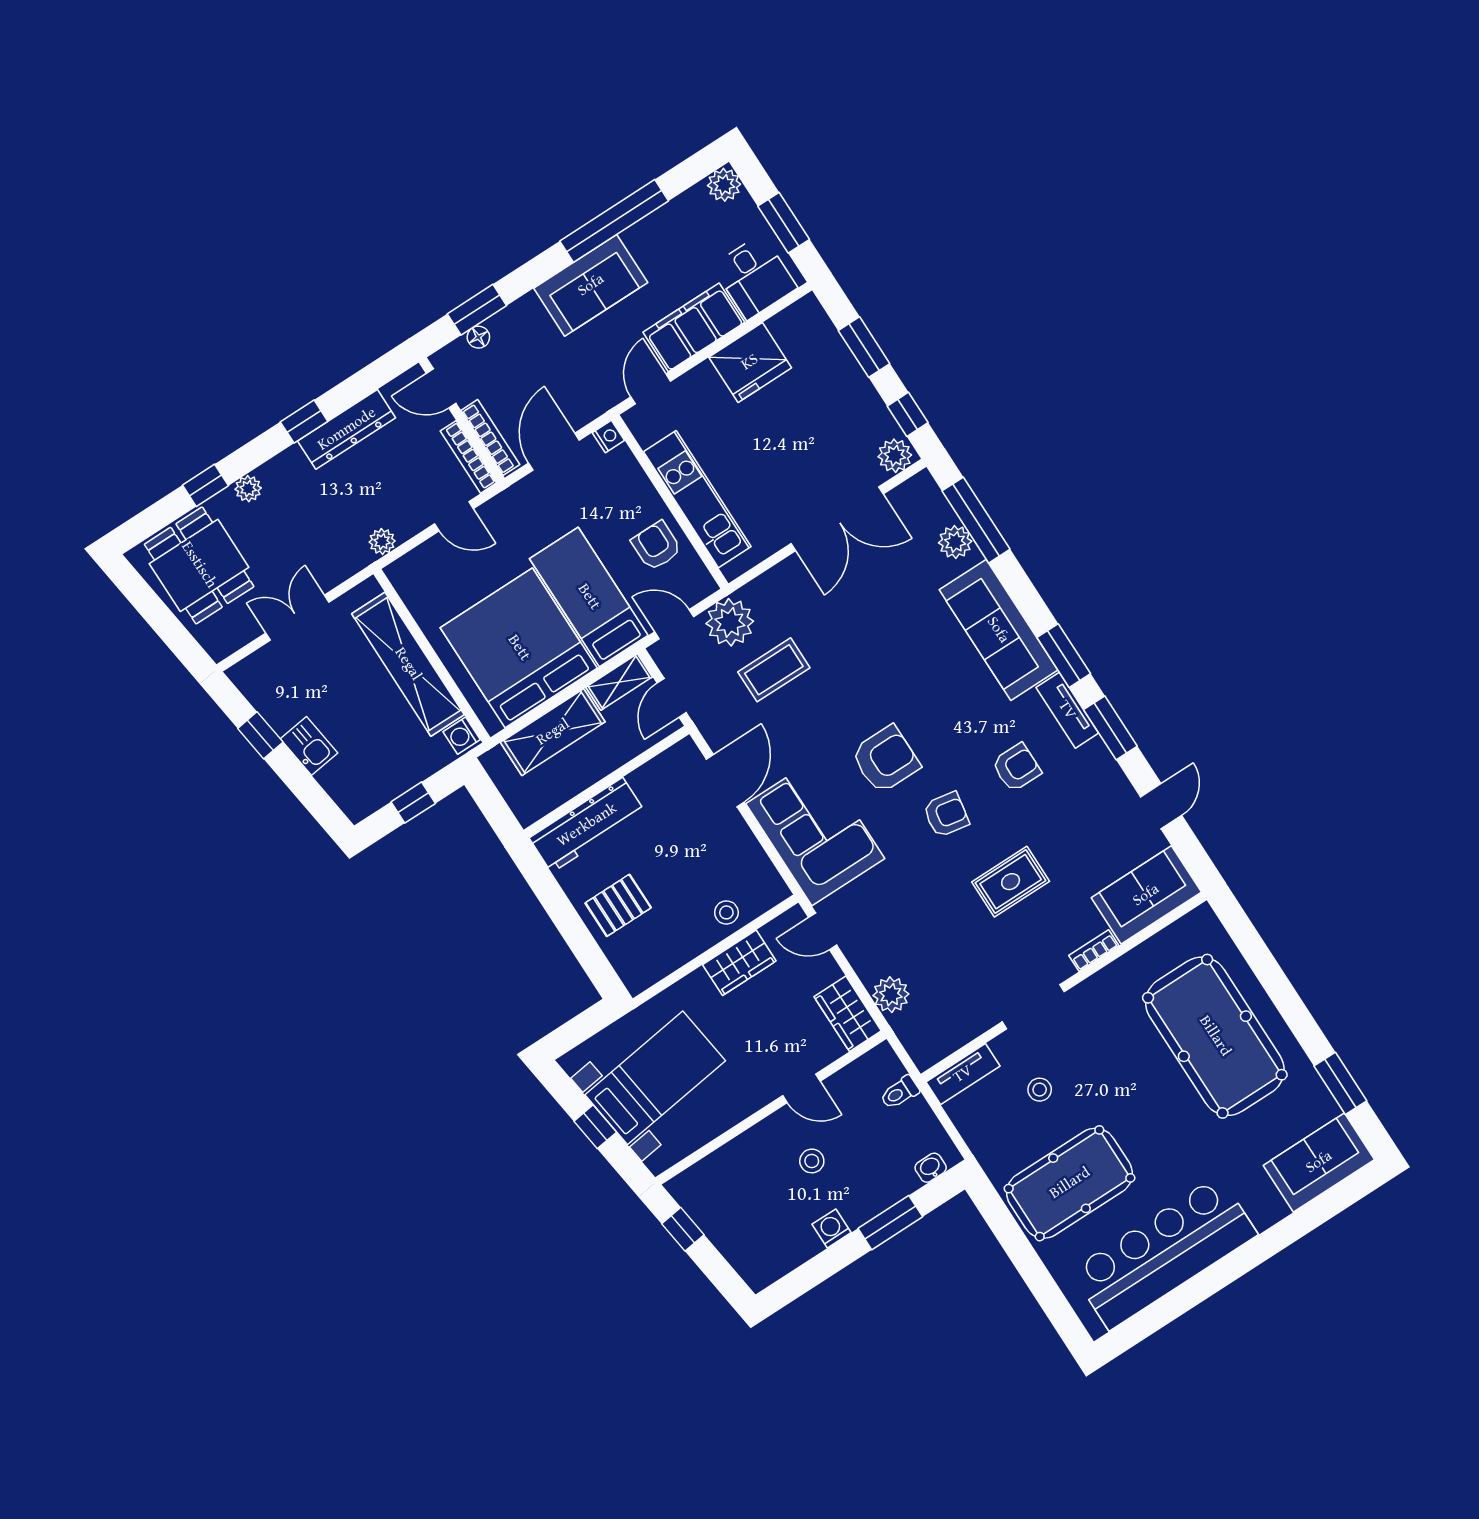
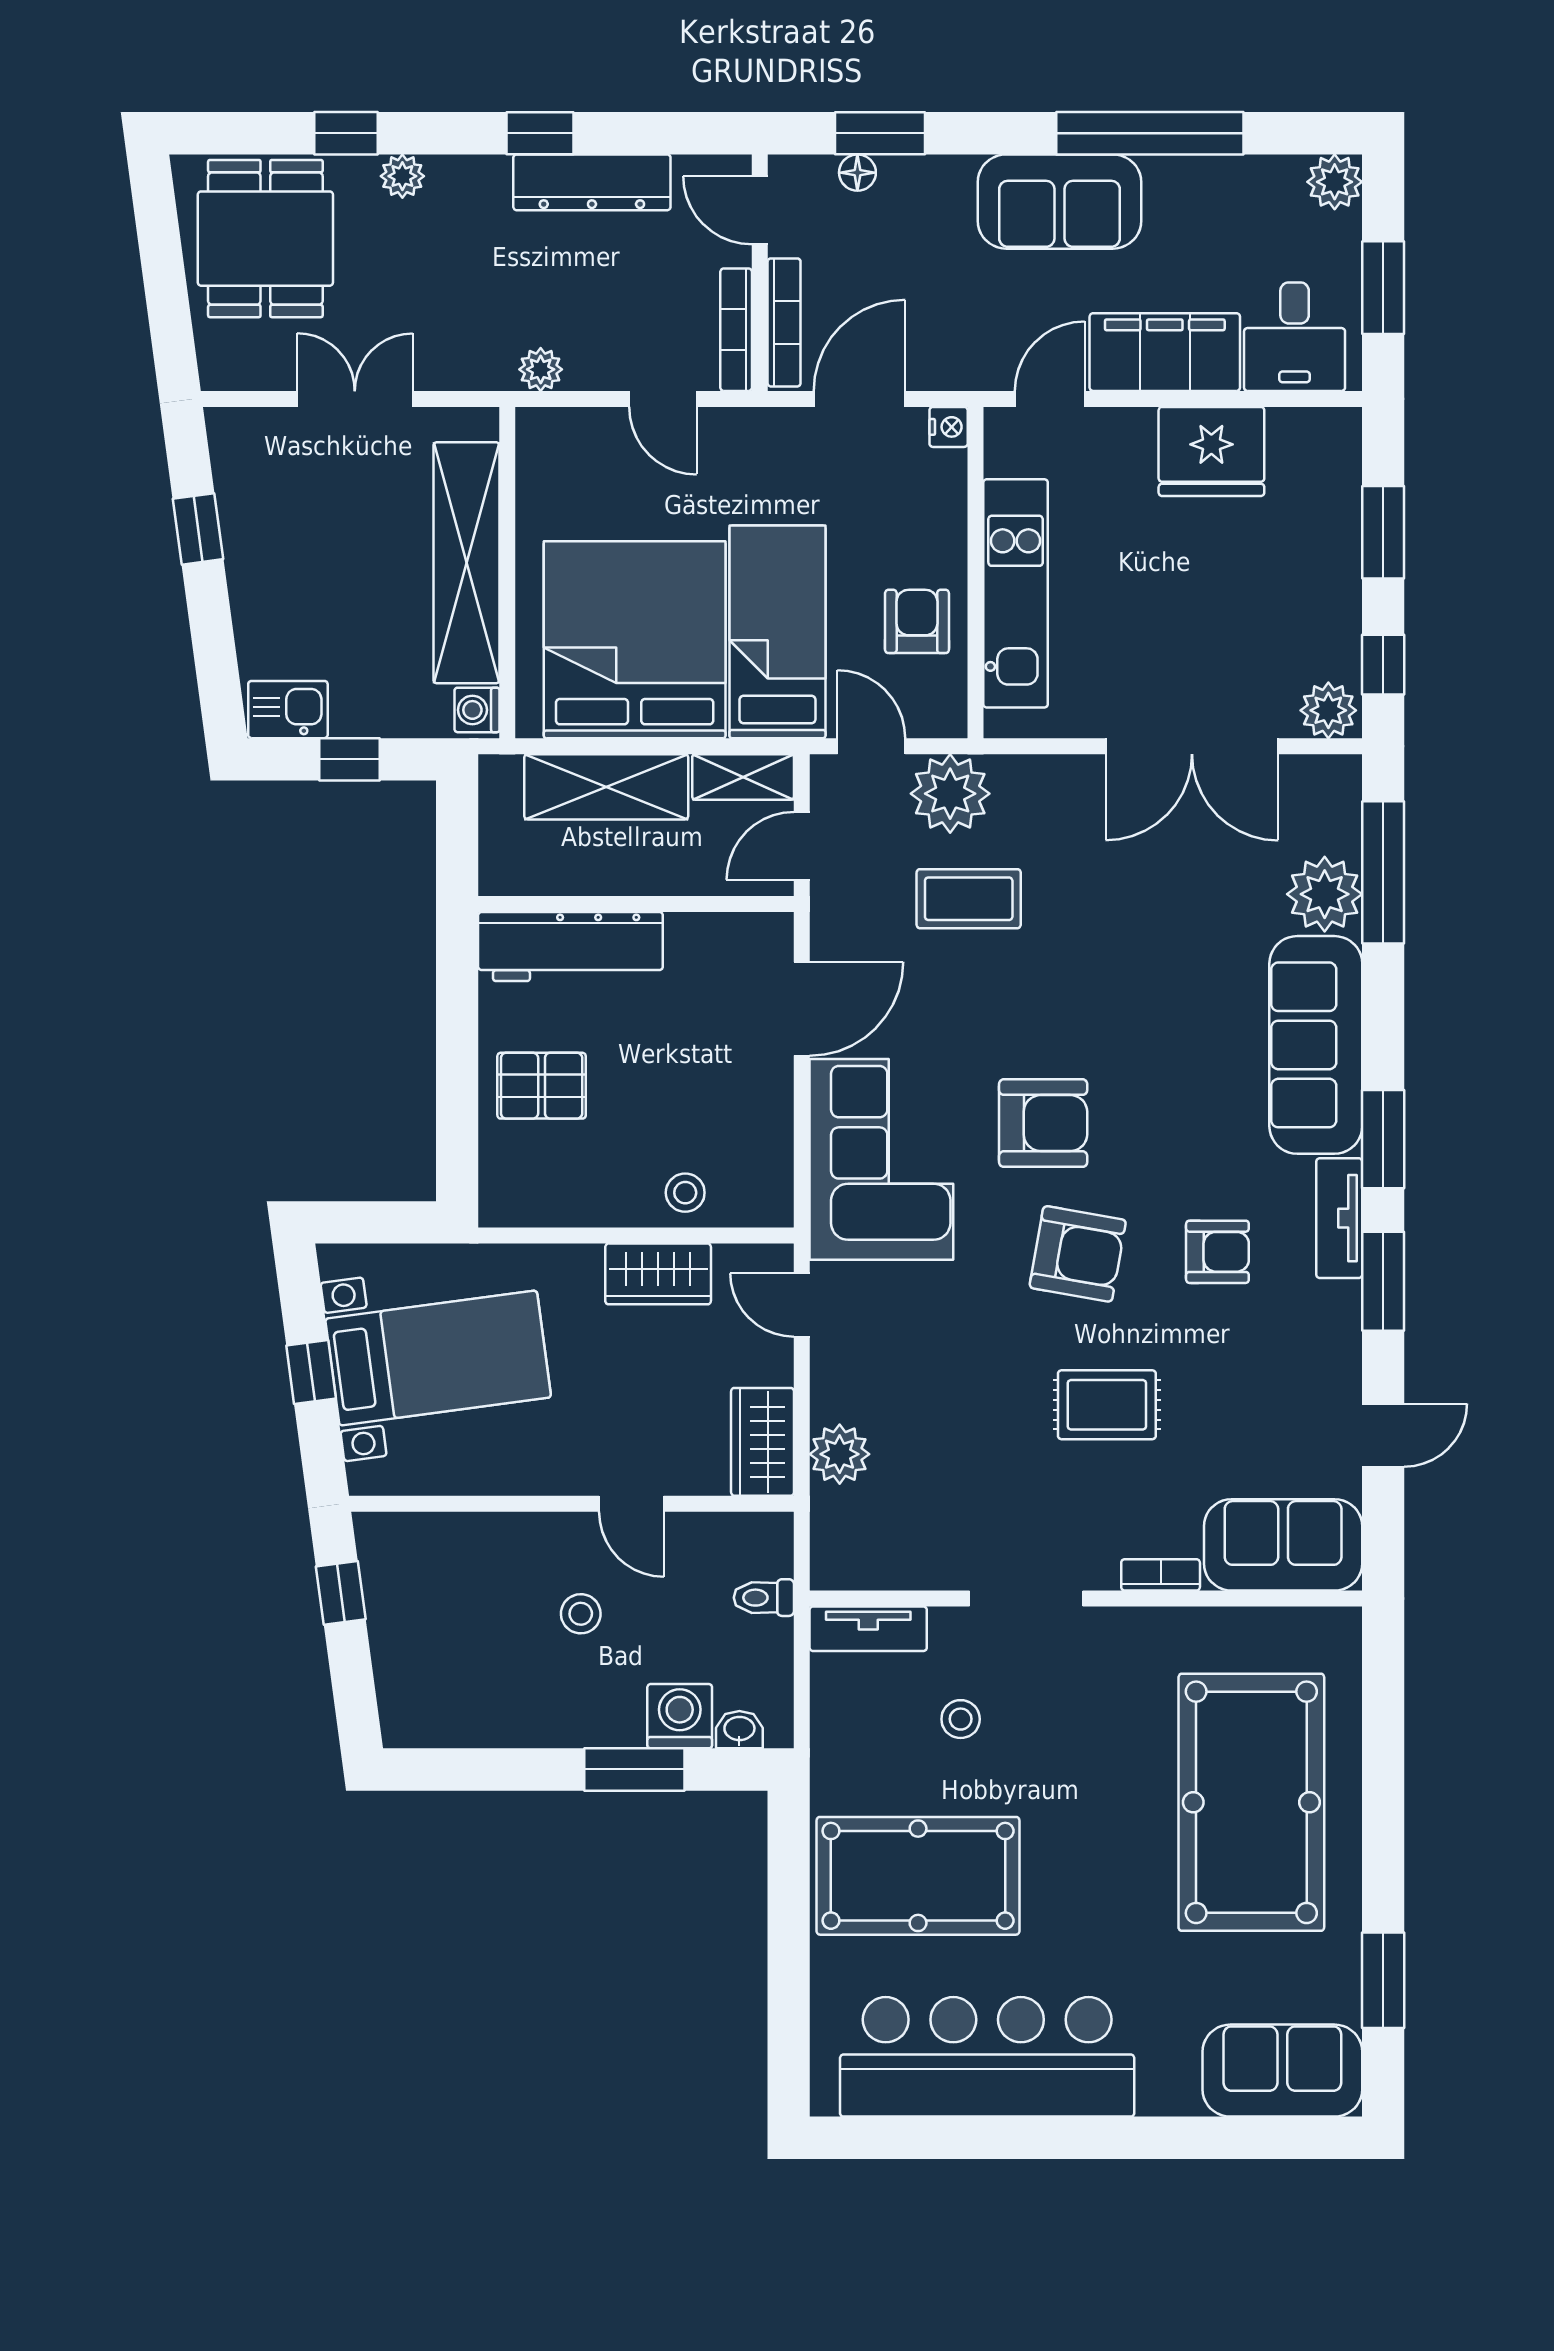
plant: (955, 542) -> (1325, 894), width x1.36, depth x1.36
kitchen sink: (309, 746) -> (288, 710), moved, turned -82
armchair: (946, 814) -> (1078, 1254), width x1.38, depth x1.38
washing machine: (832, 1228) -> (680, 1716), moved, width x1.38, depth x1.38

